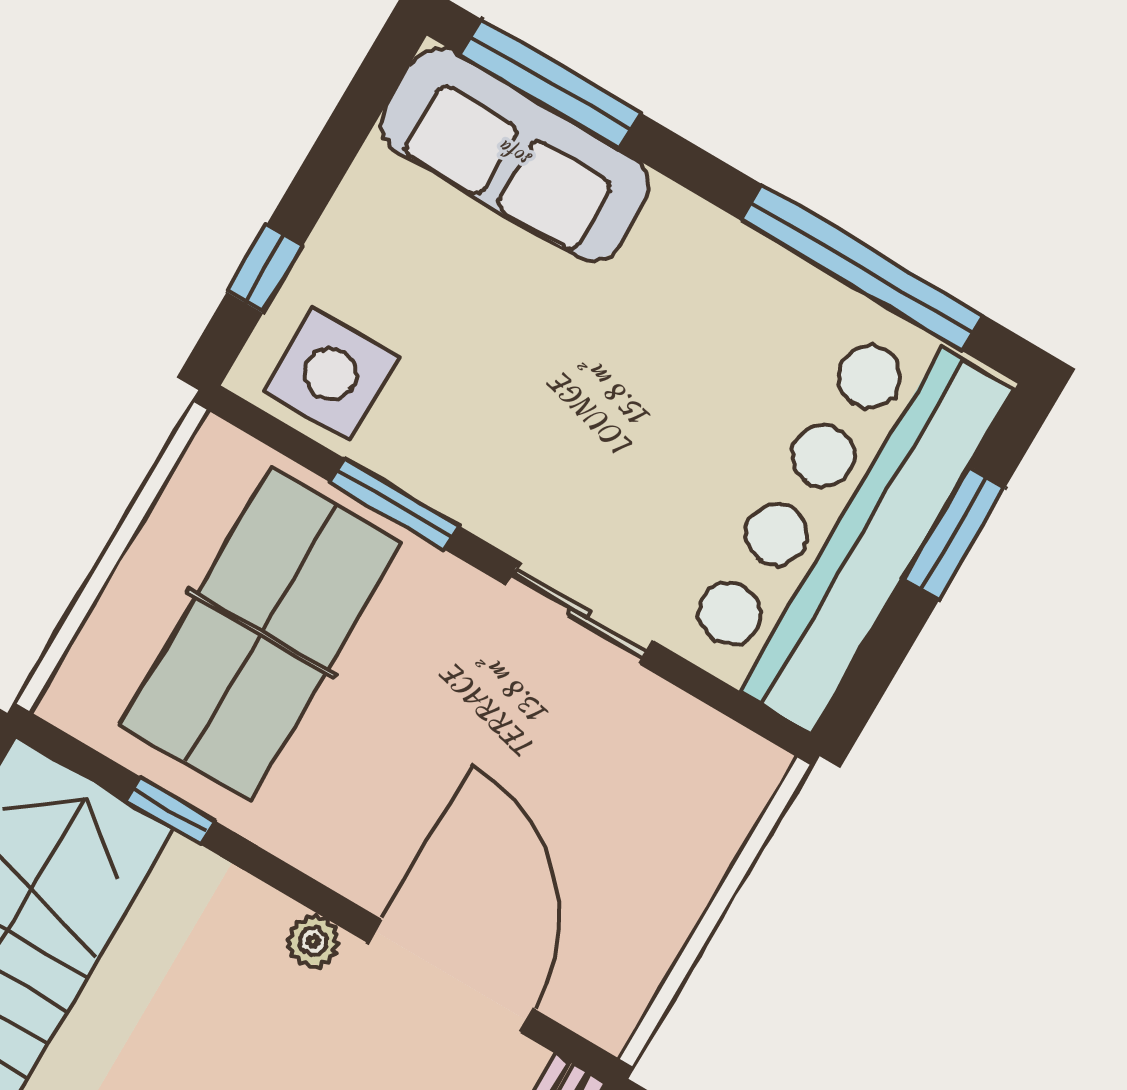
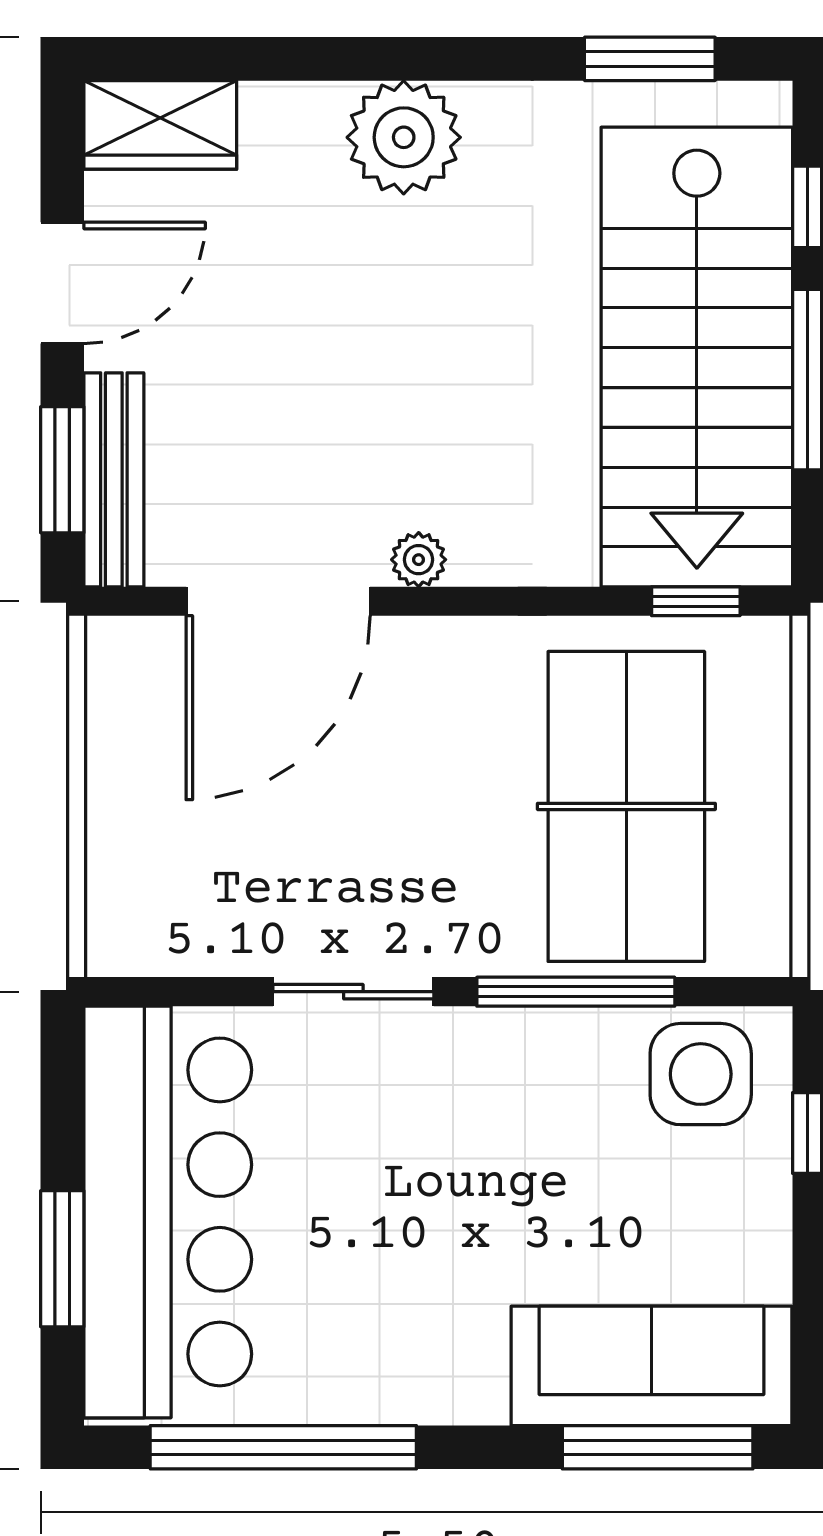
window: (394, 504) -> (576, 992), width x1.44
window: (170, 811) -> (696, 601), moved
door: (451, 976) -> (278, 601), hinge flipped

